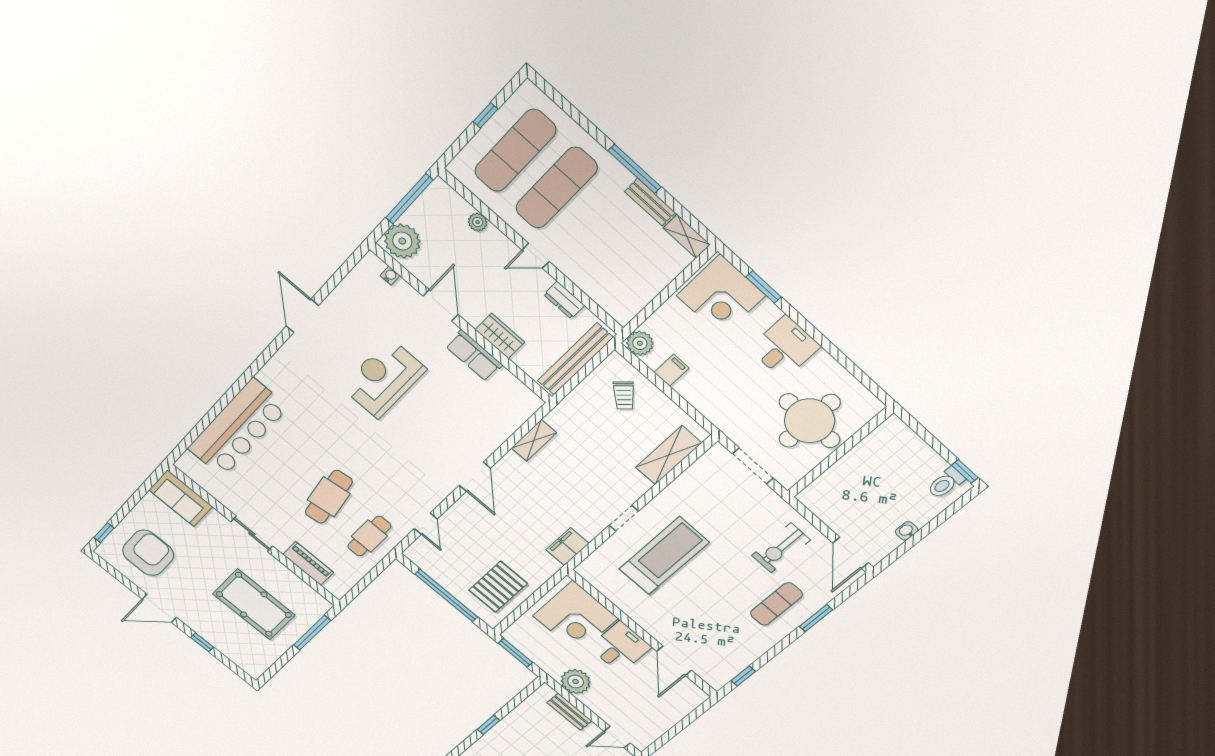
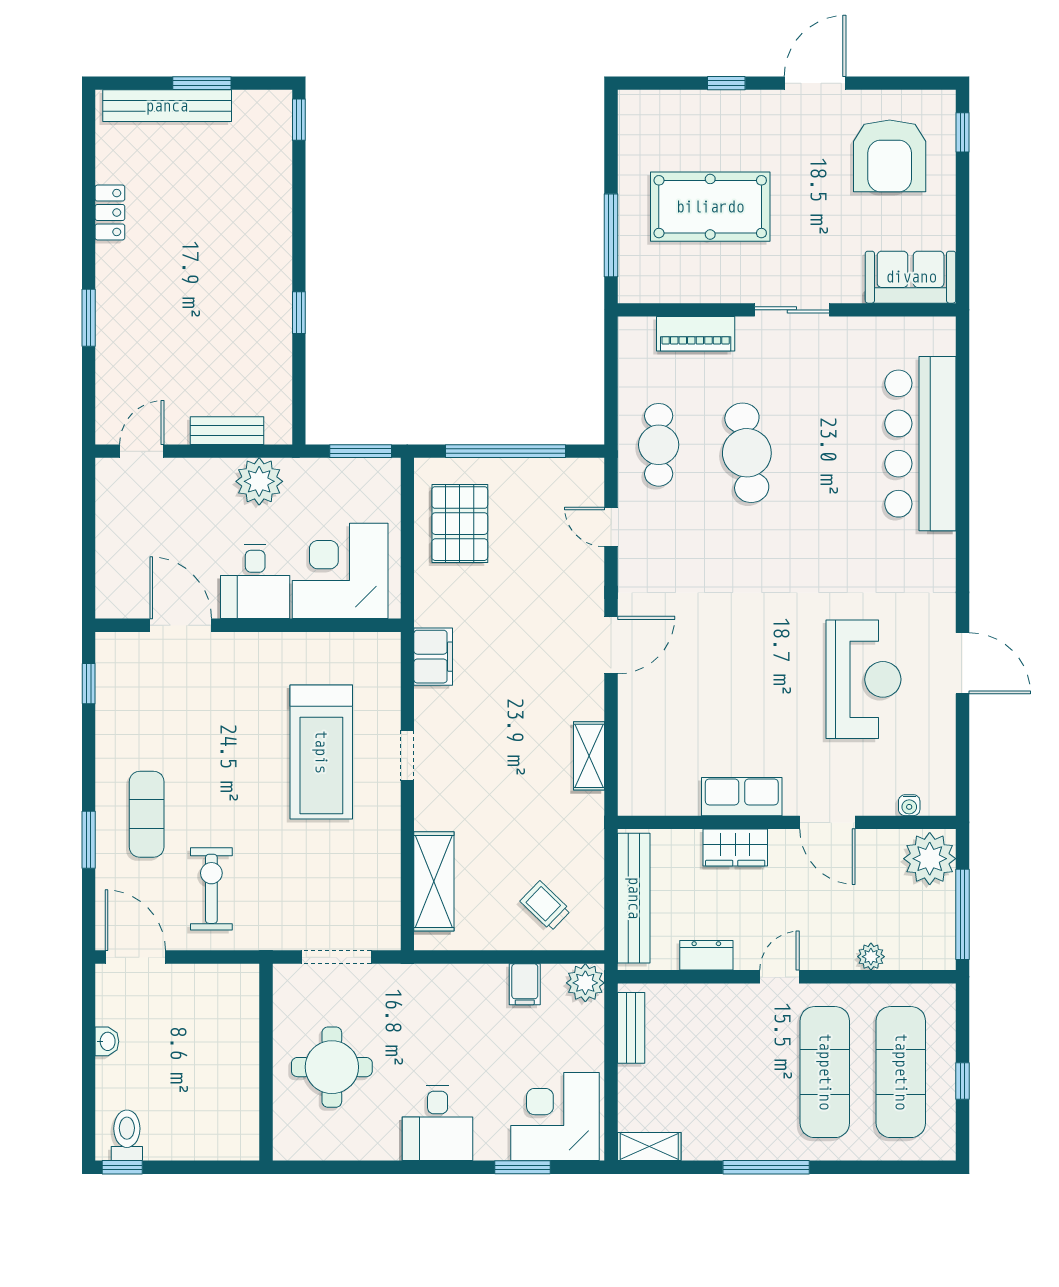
bench: (650, 202) -> (631, 1028), moved, turned 90
reception desk: (384, 378) -> (863, 679), moved
round table: (810, 421) -> (332, 1067), width x0.73, depth x0.73
door: (475, 477) -> (611, 645), swing flipped

